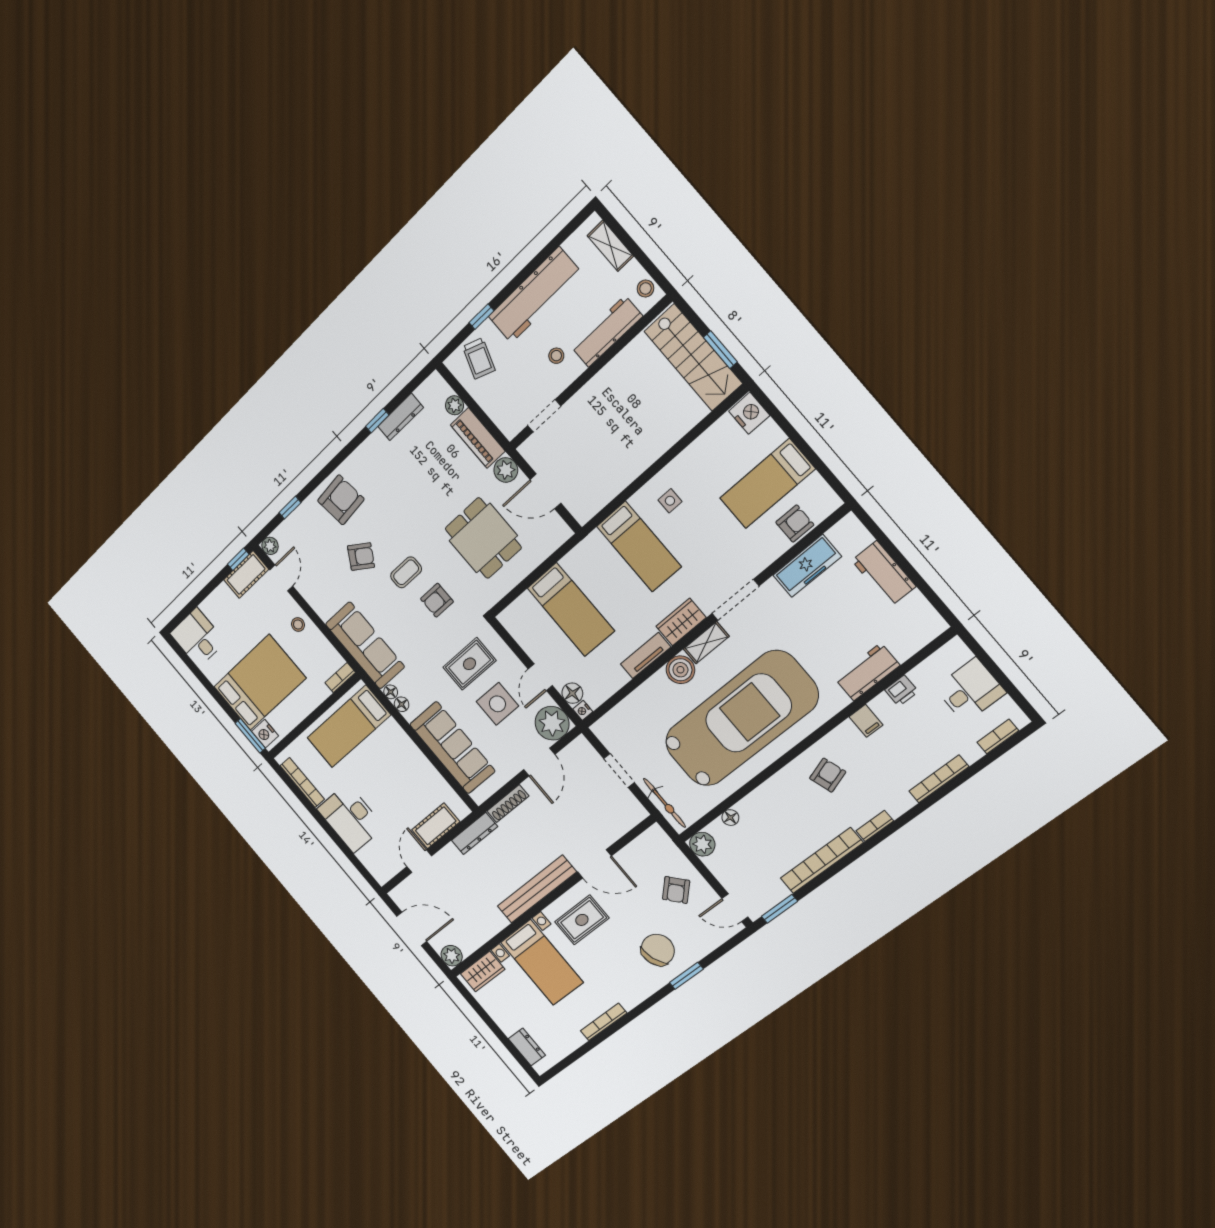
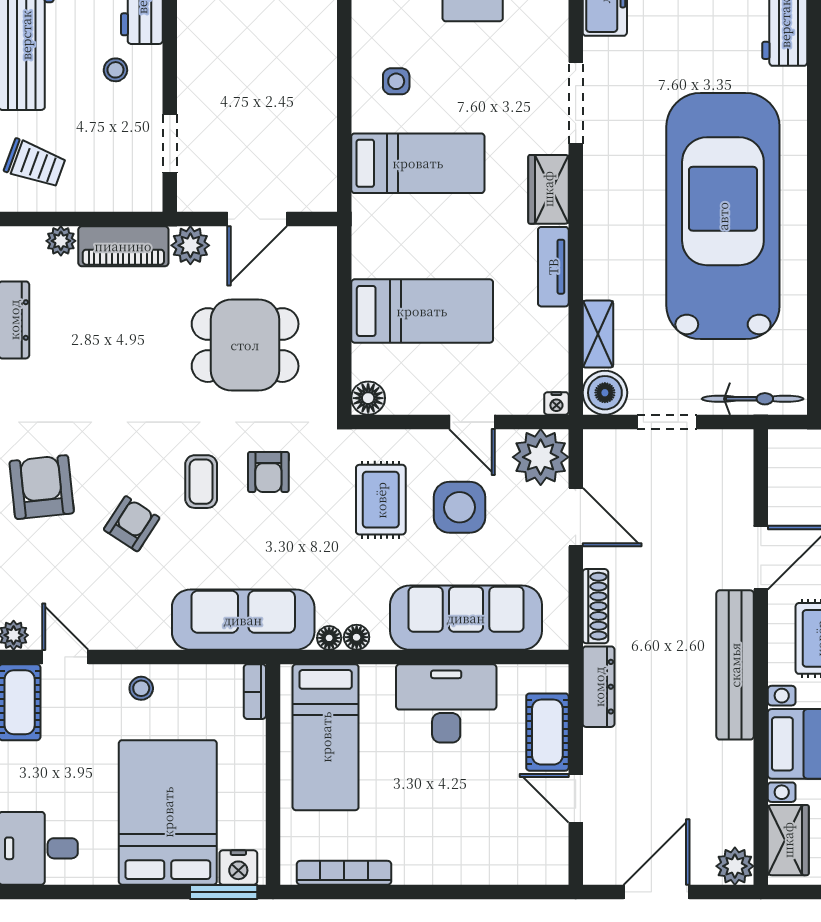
shelving: (706, 643) -> (598, 334), moved
boiler: (680, 670) -> (605, 393), moved
floor lamp: (572, 693) -> (368, 398), moved
desk: (350, 818) -> (446, 703), moved, turned 180

